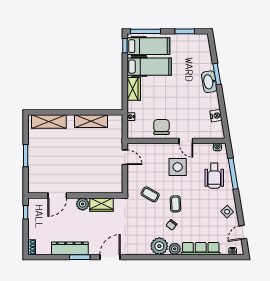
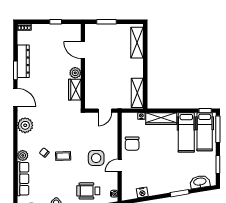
washbasin: (209, 82) -> (200, 182), moved
wardrobe: (134, 89) -> (161, 119), width x1.50
shelving: (91, 121) -> (137, 93), moved
chair: (162, 127) -> (132, 144), turned 90
coffee table: (150, 194) -> (72, 133), removed
door: (57, 196) -> (83, 50), moved
wall: (75, 196) -> (83, 66), moved
plant: (83, 204) -> (75, 73), moved
wardrobe: (101, 205) -> (75, 90), moved
plant: (159, 246) -> (25, 125), moved

